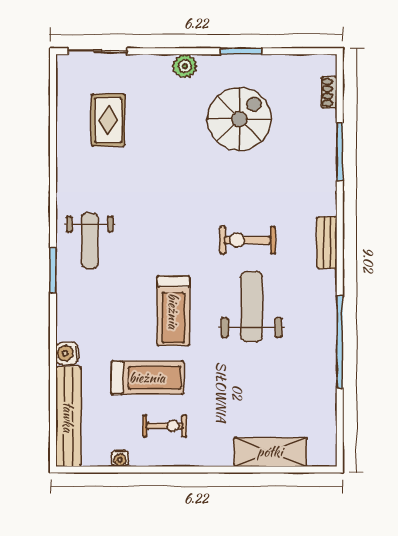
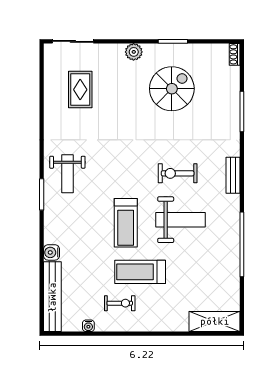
shoe rack: (329, 92) -> (235, 54), moved
weight bench: (252, 306) -> (180, 220), turned 90
treadmill: (147, 378) -> (140, 272), moved, turned 180
shelving: (270, 452) -> (215, 321), moved

